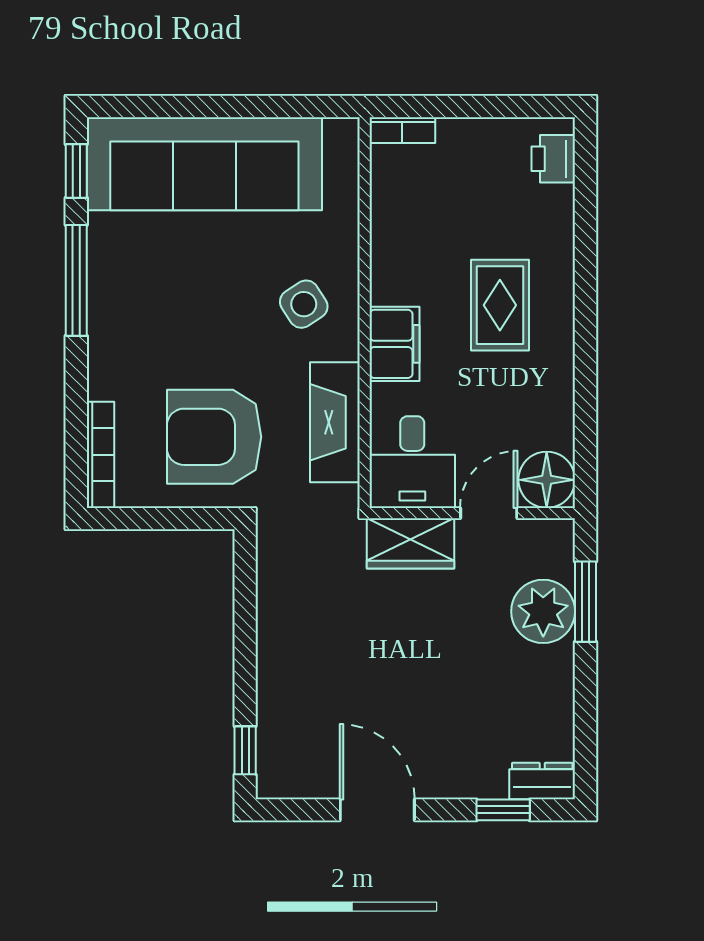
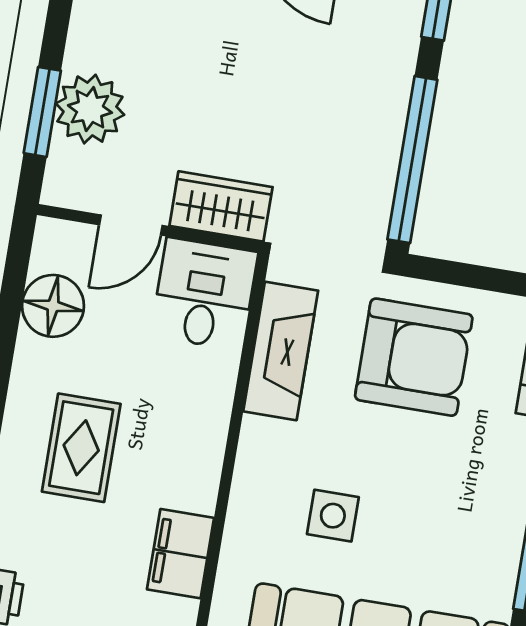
side table: (304, 304) -> (333, 516), moved, turned 33
filing cabinet: (395, 344) -> (181, 554), moved
floor lamp: (547, 480) -> (53, 306), moved
window: (245, 614) -> (412, 160), added

